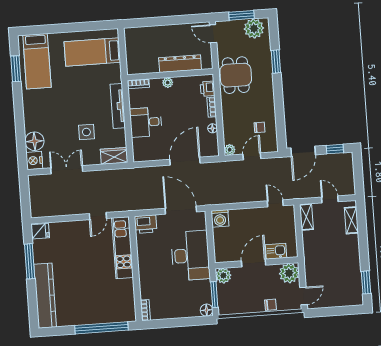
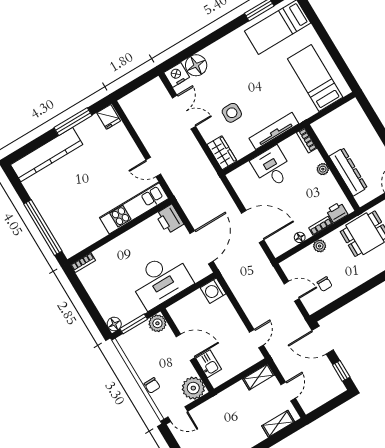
plant: (230, 150) -> (320, 246), moved

